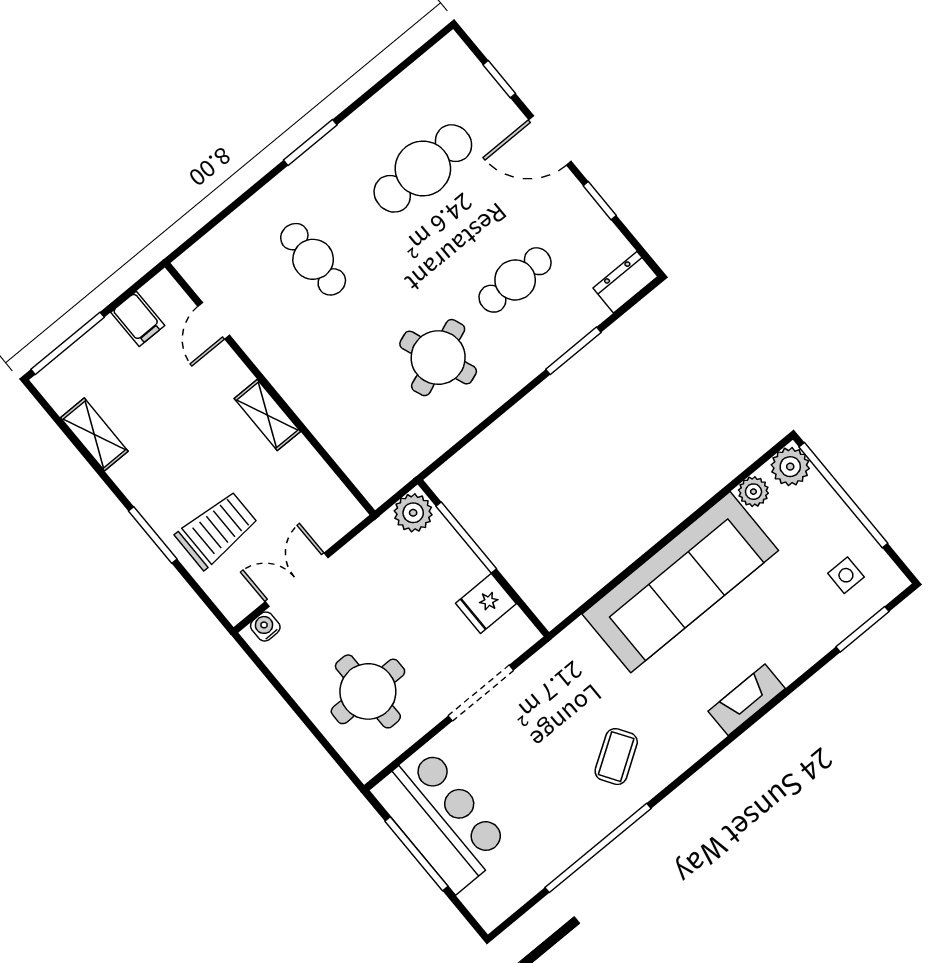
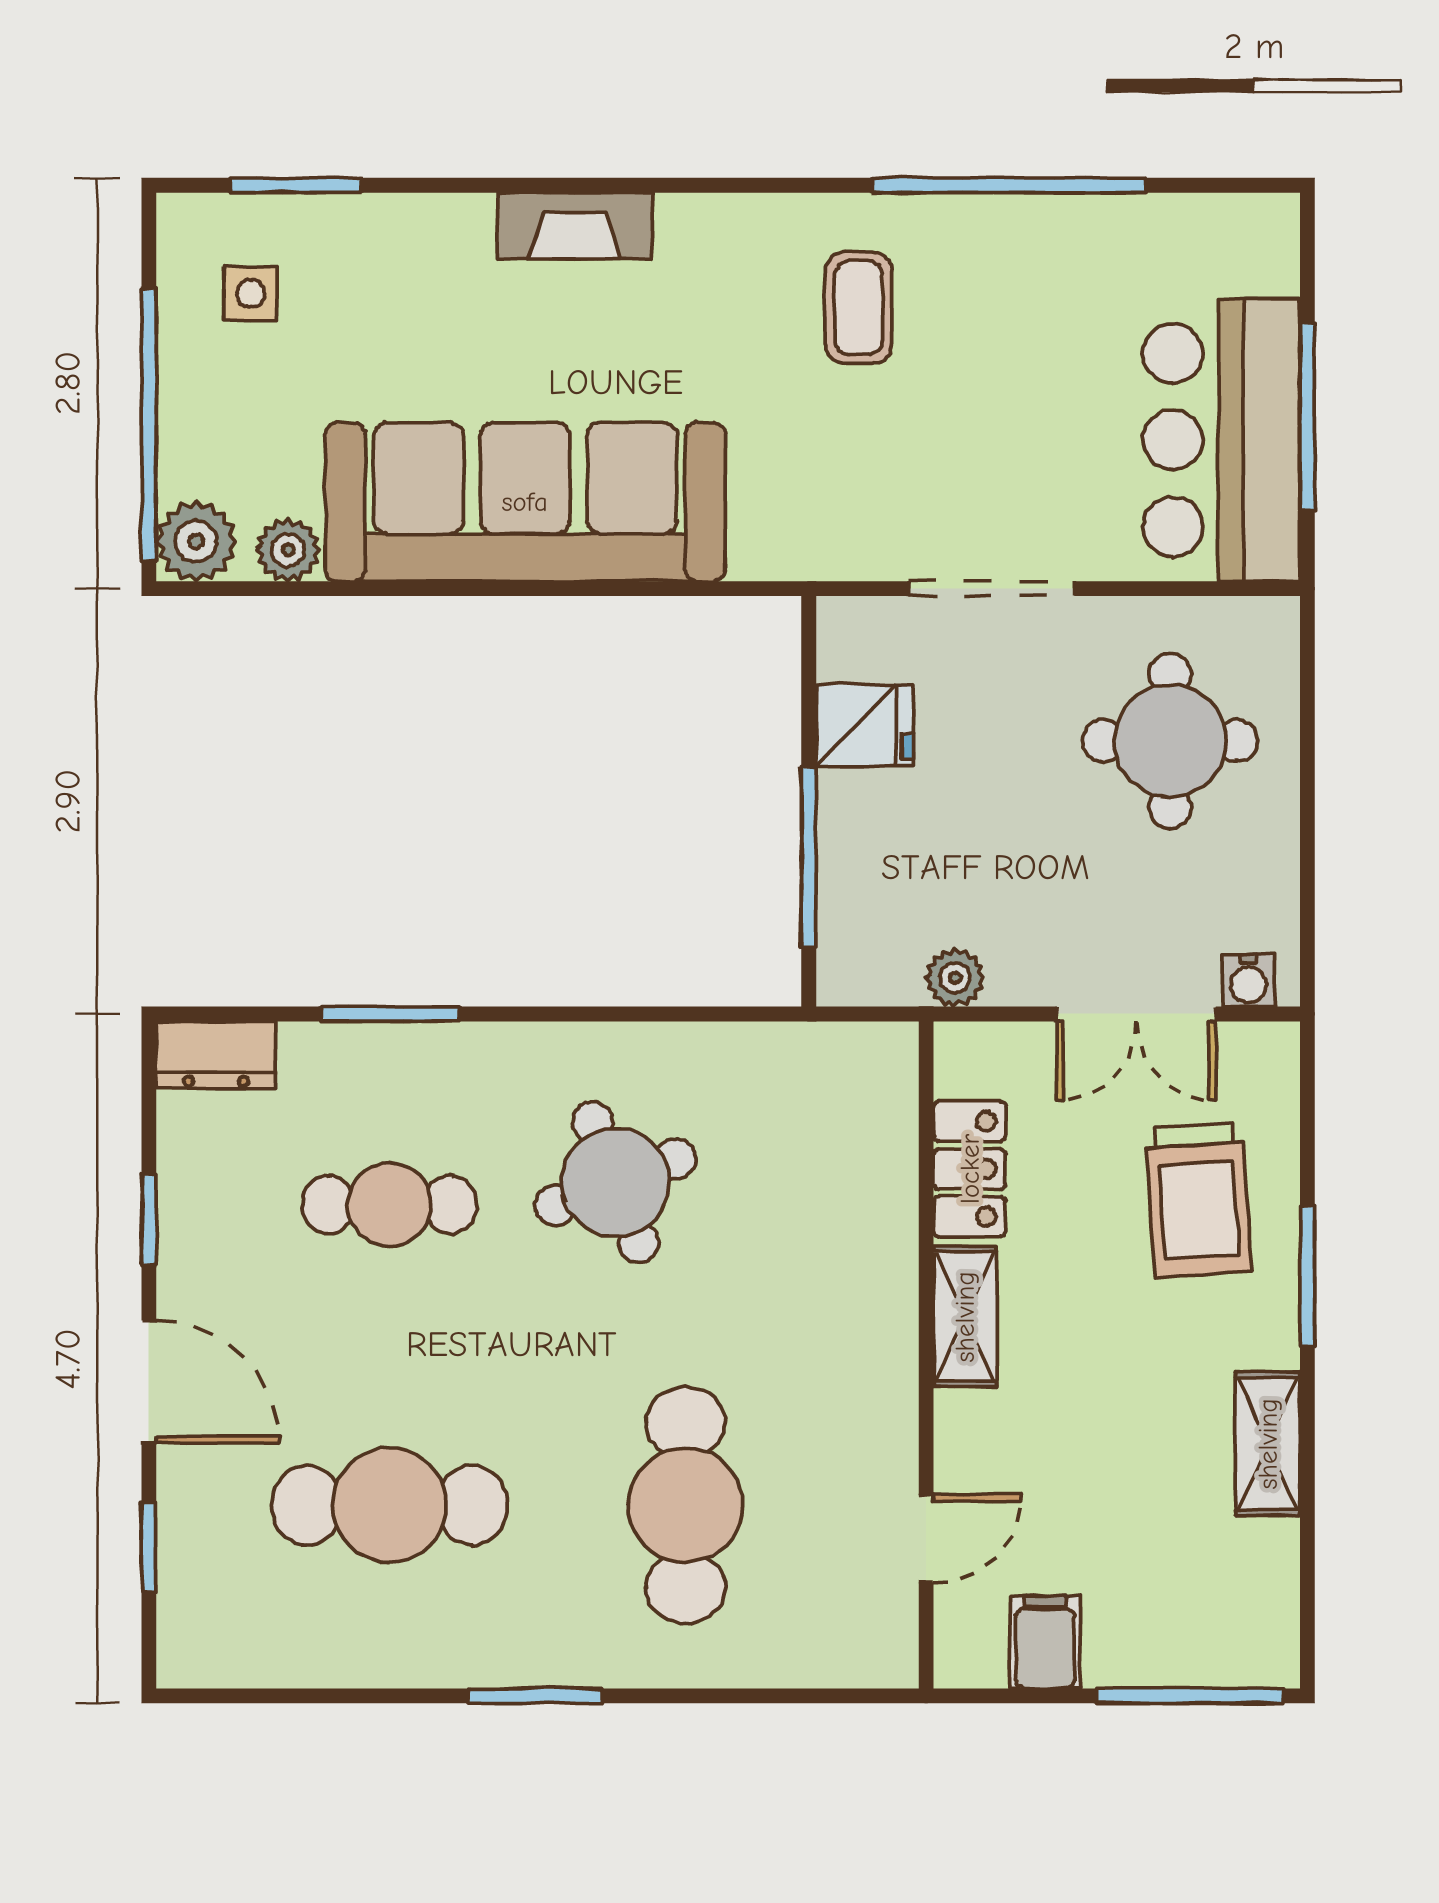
cafe table: (313, 259) -> (685, 1505), width x1.37, depth x1.35
shelving: (94, 434) -> (1268, 1444), moved
locker: (311, 471) -> (970, 1169), added
plant: (413, 513) -> (955, 978), moved, width x0.73, depth x0.73
trolley: (217, 530) -> (1198, 1200), turned -94
coffee table: (616, 757) -> (859, 308), turned -57

